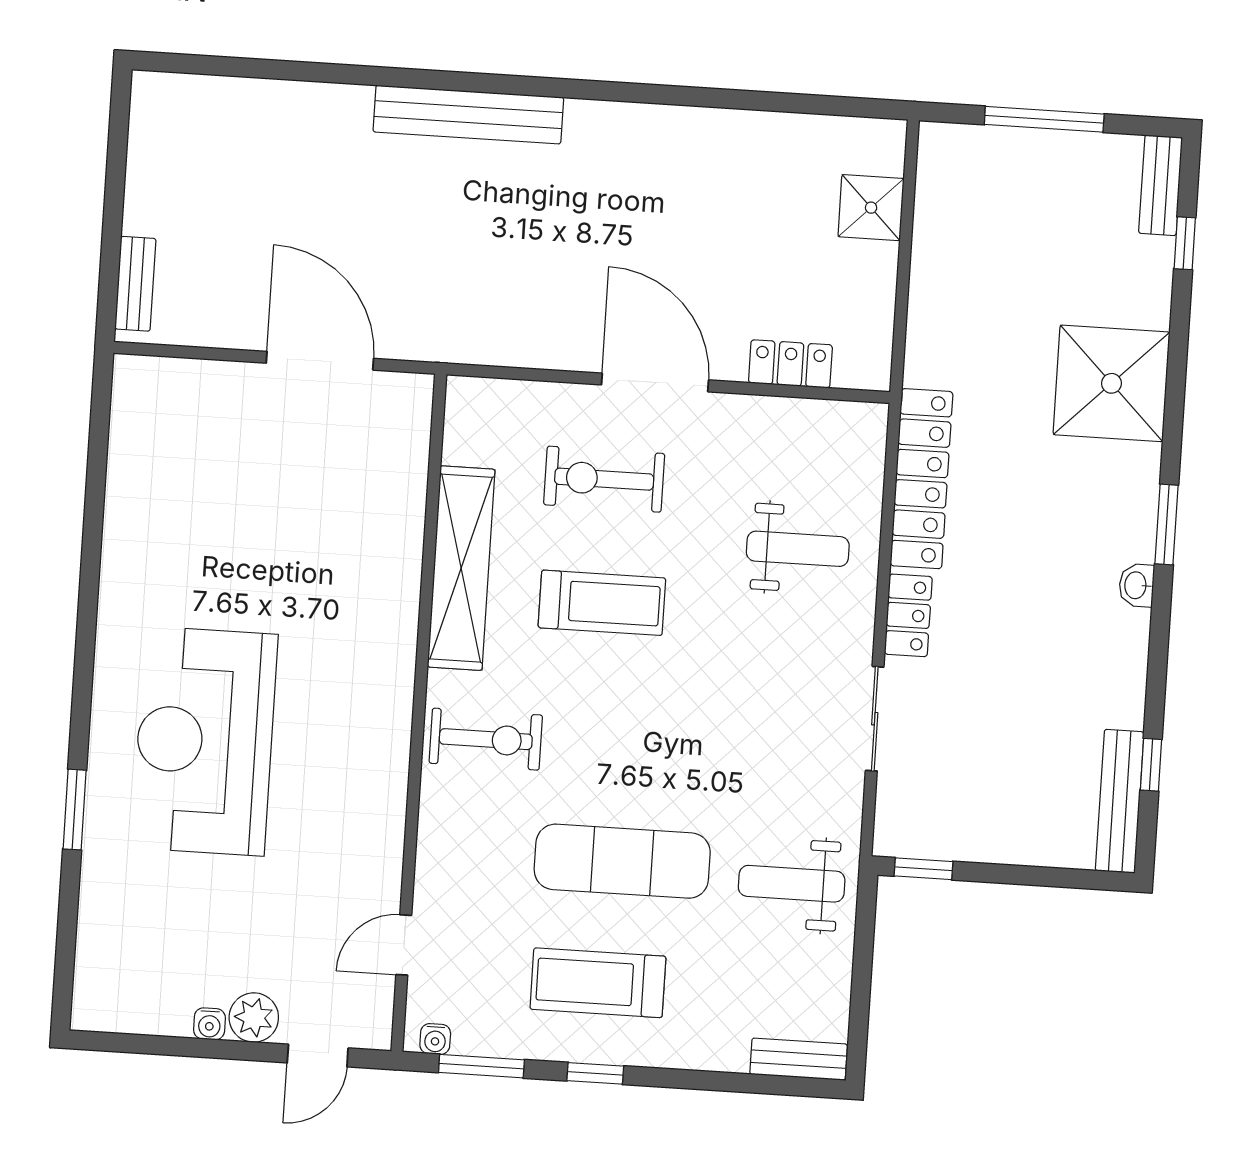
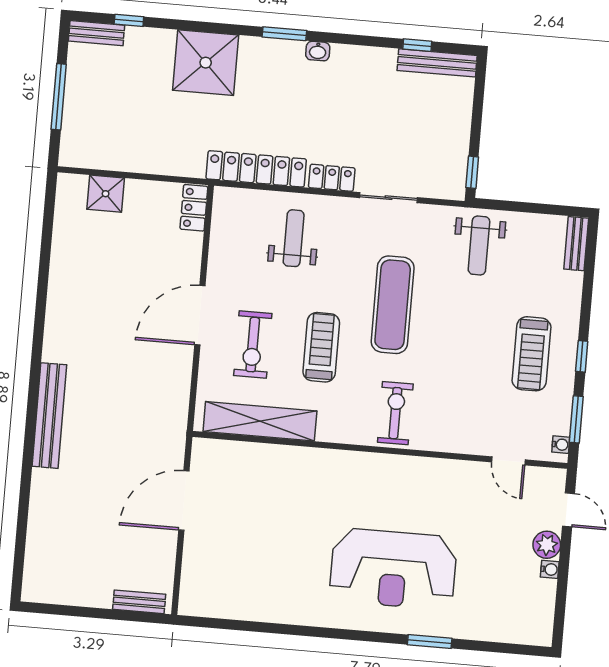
locker: (790, 364) -> (194, 208), moved
shelving: (461, 568) -> (260, 421), moved
exercise mat: (622, 861) -> (393, 305), moved

